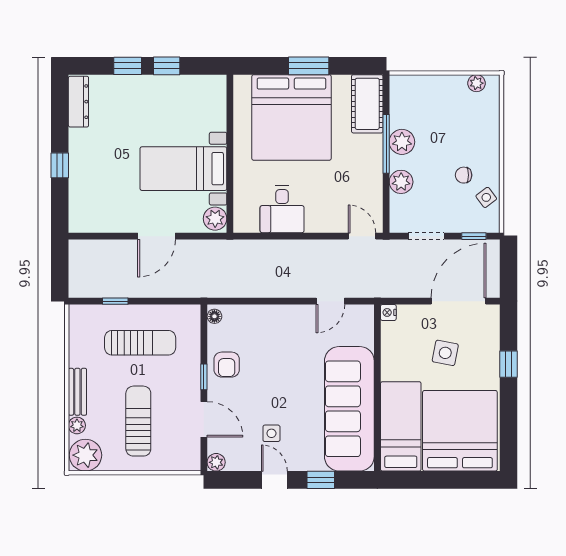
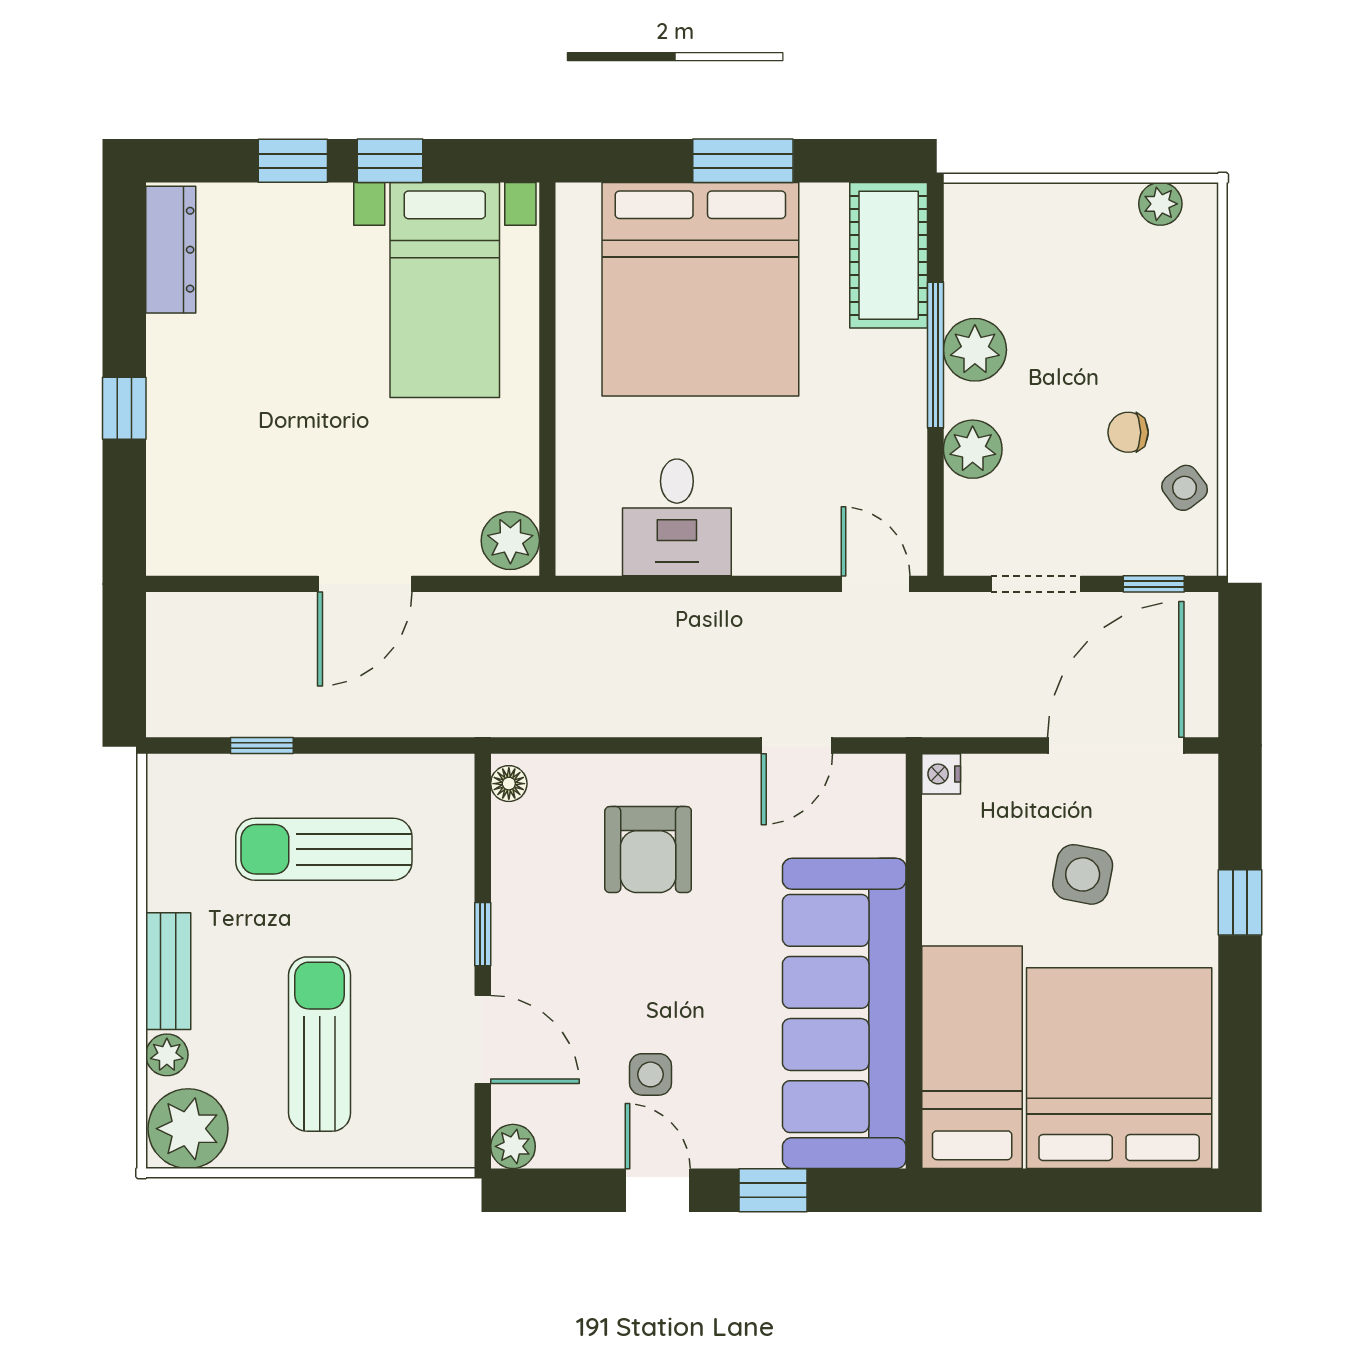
bed with nightstands: (183, 169) -> (445, 290), moved, turned -90
sun lounger: (140, 343) -> (324, 849), turned 180
armchair: (227, 365) -> (648, 850), moved, width x1.38, depth x1.38

